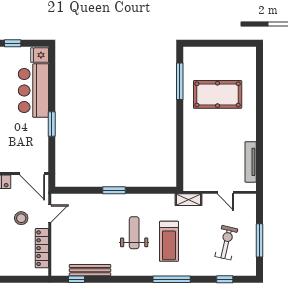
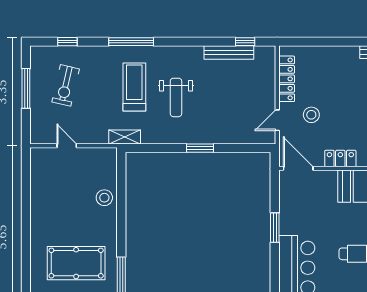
stool: (194, 149) -> (104, 198), added
tv unit: (251, 162) -> (37, 182), removed
shelving: (188, 200) -> (125, 137), moved

